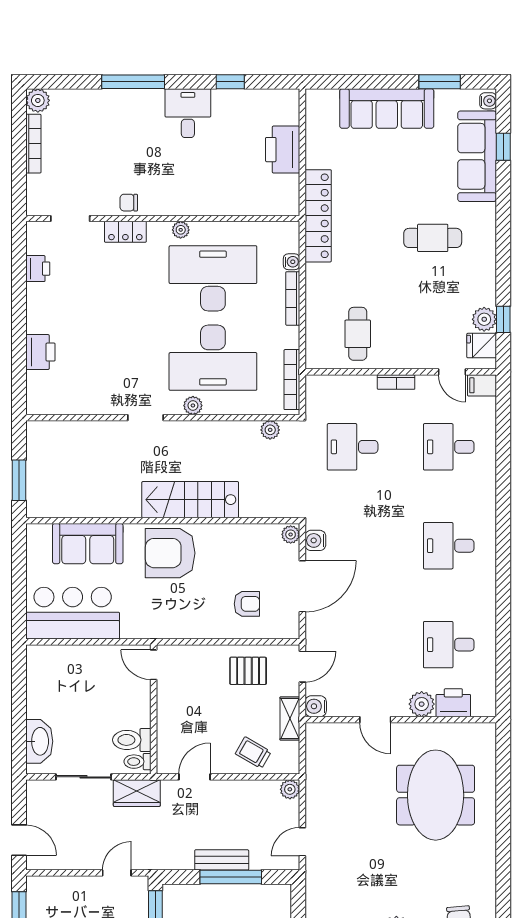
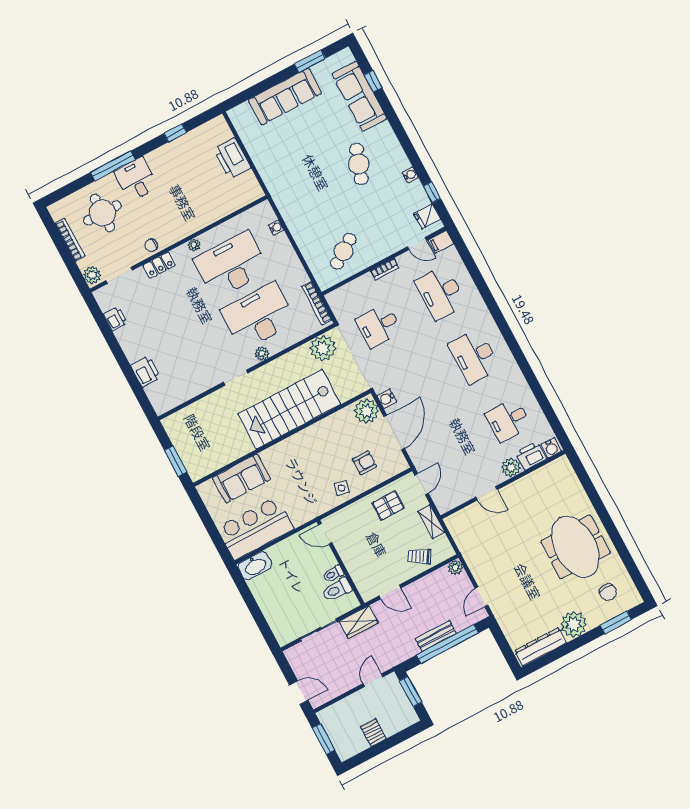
plant: (38, 100) -> (92, 275), moved
water cooler: (488, 101) -> (410, 175), moved
desk: (188, 113) -> (136, 179), moved
round table: (90, 132) -> (102, 213), added
locker: (318, 216) -> (278, 189), removed
cafe table: (433, 238) -> (359, 164), turned -71
bookcase: (293, 298) -> (289, 251), removed
plant: (484, 319) -> (420, 199), removed
cafe table: (358, 334) -> (343, 251), turned 56
desk: (213, 358) -> (258, 316), turned 180
plant: (270, 430) -> (323, 348), width x1.88, depth x1.88
desk: (449, 447) -> (441, 293), width x1.37
stairs: (190, 500) -> (289, 409), width x1.36, depth x1.51
plant: (291, 534) -> (366, 411), width x1.87, depth x1.87
desk: (449, 546) -> (474, 356), width x1.37
armchair: (170, 553) -> (298, 456), removed
side table: (203, 620) -> (342, 488), added
water cooler: (316, 706) -> (551, 448), moved, turned -90
washbasin: (39, 741) -> (255, 566), moved, turned 90
toilet: (137, 762) -> (333, 574), moved
door: (194, 777) -> (390, 592), swing flipped
meeting table: (436, 795) -> (575, 547), moved
window: (231, 877) -> (448, 644), width x1.46

